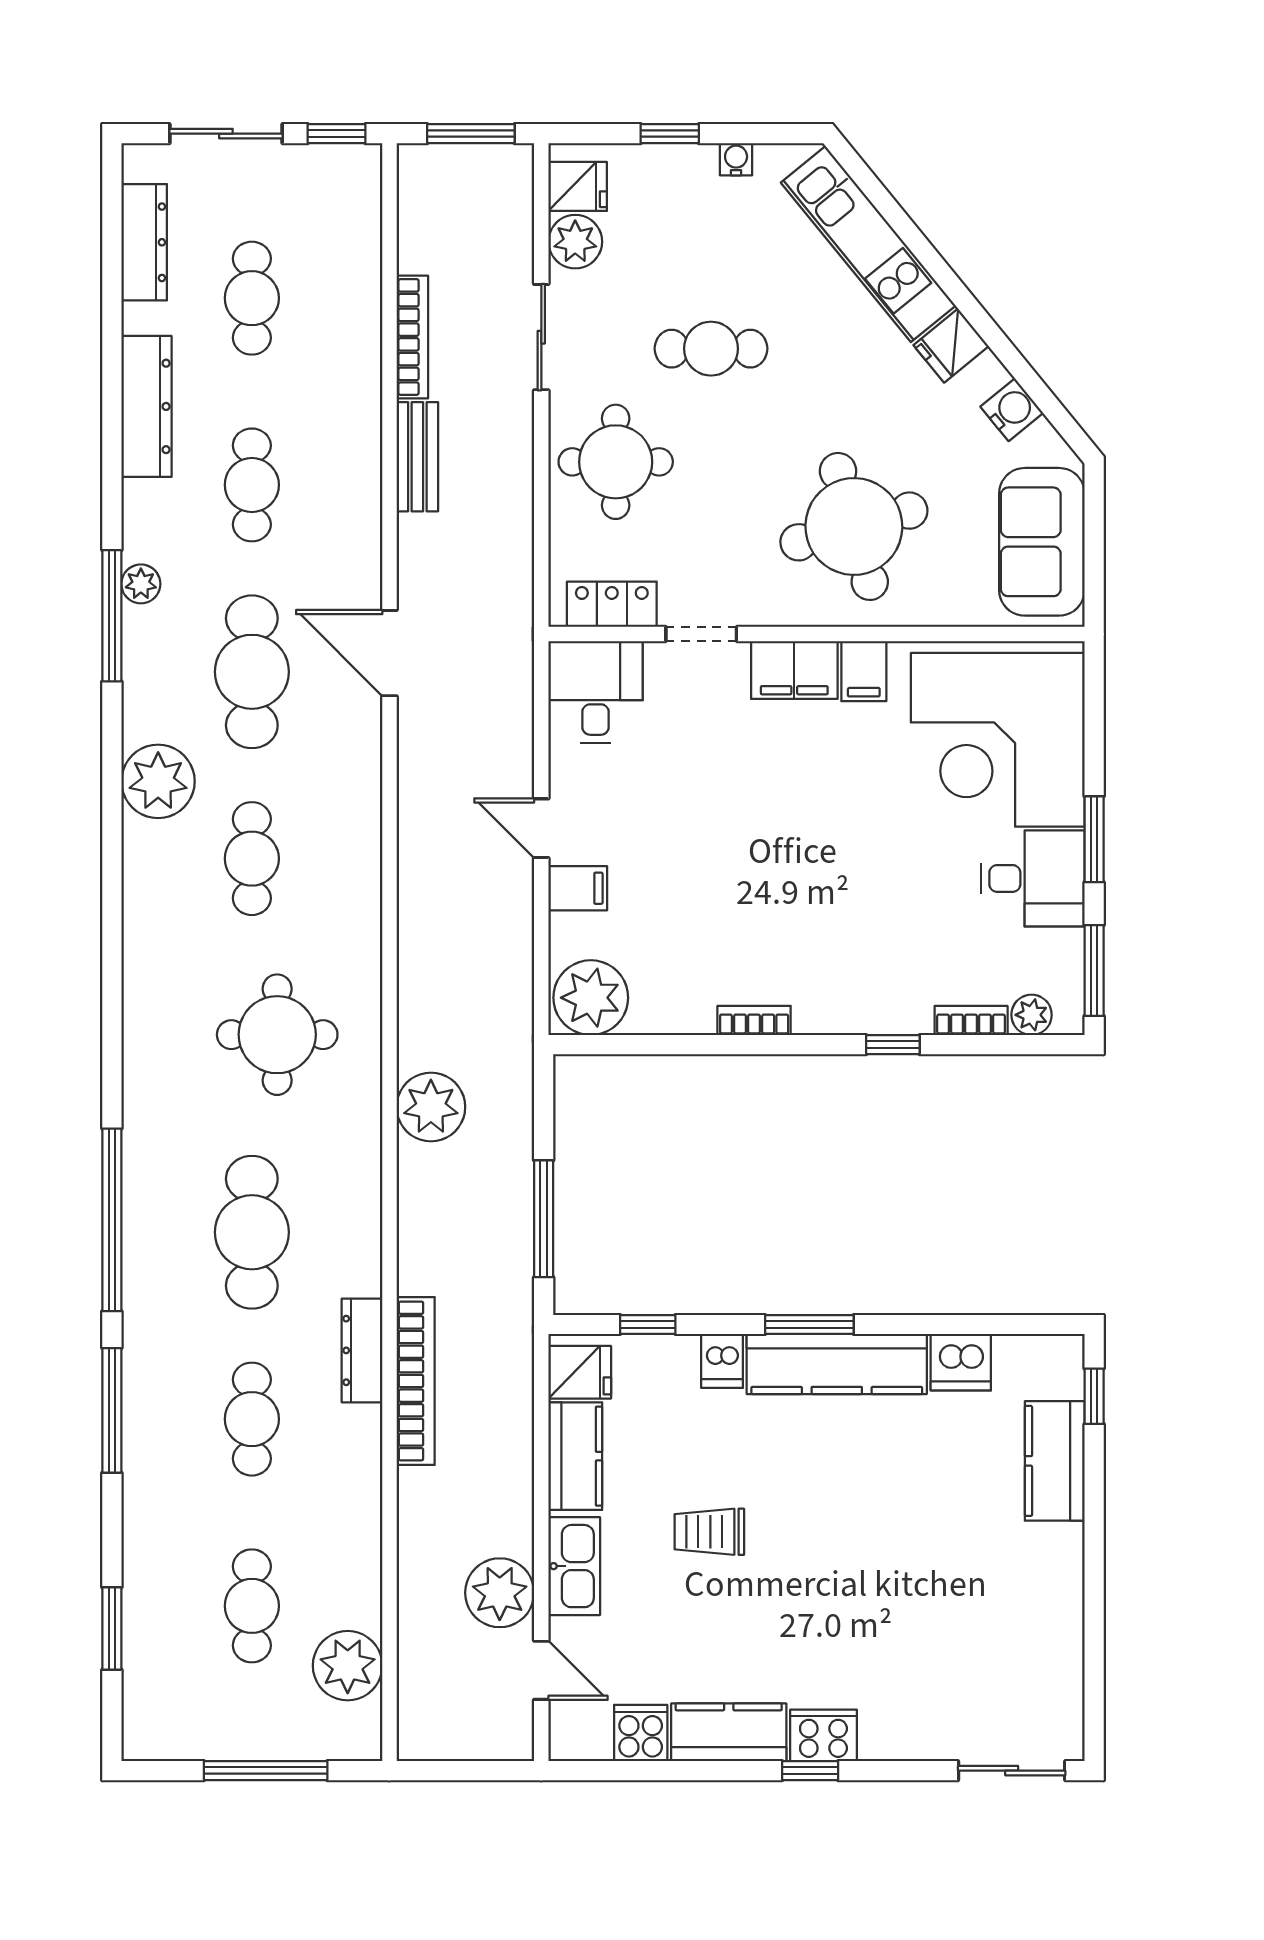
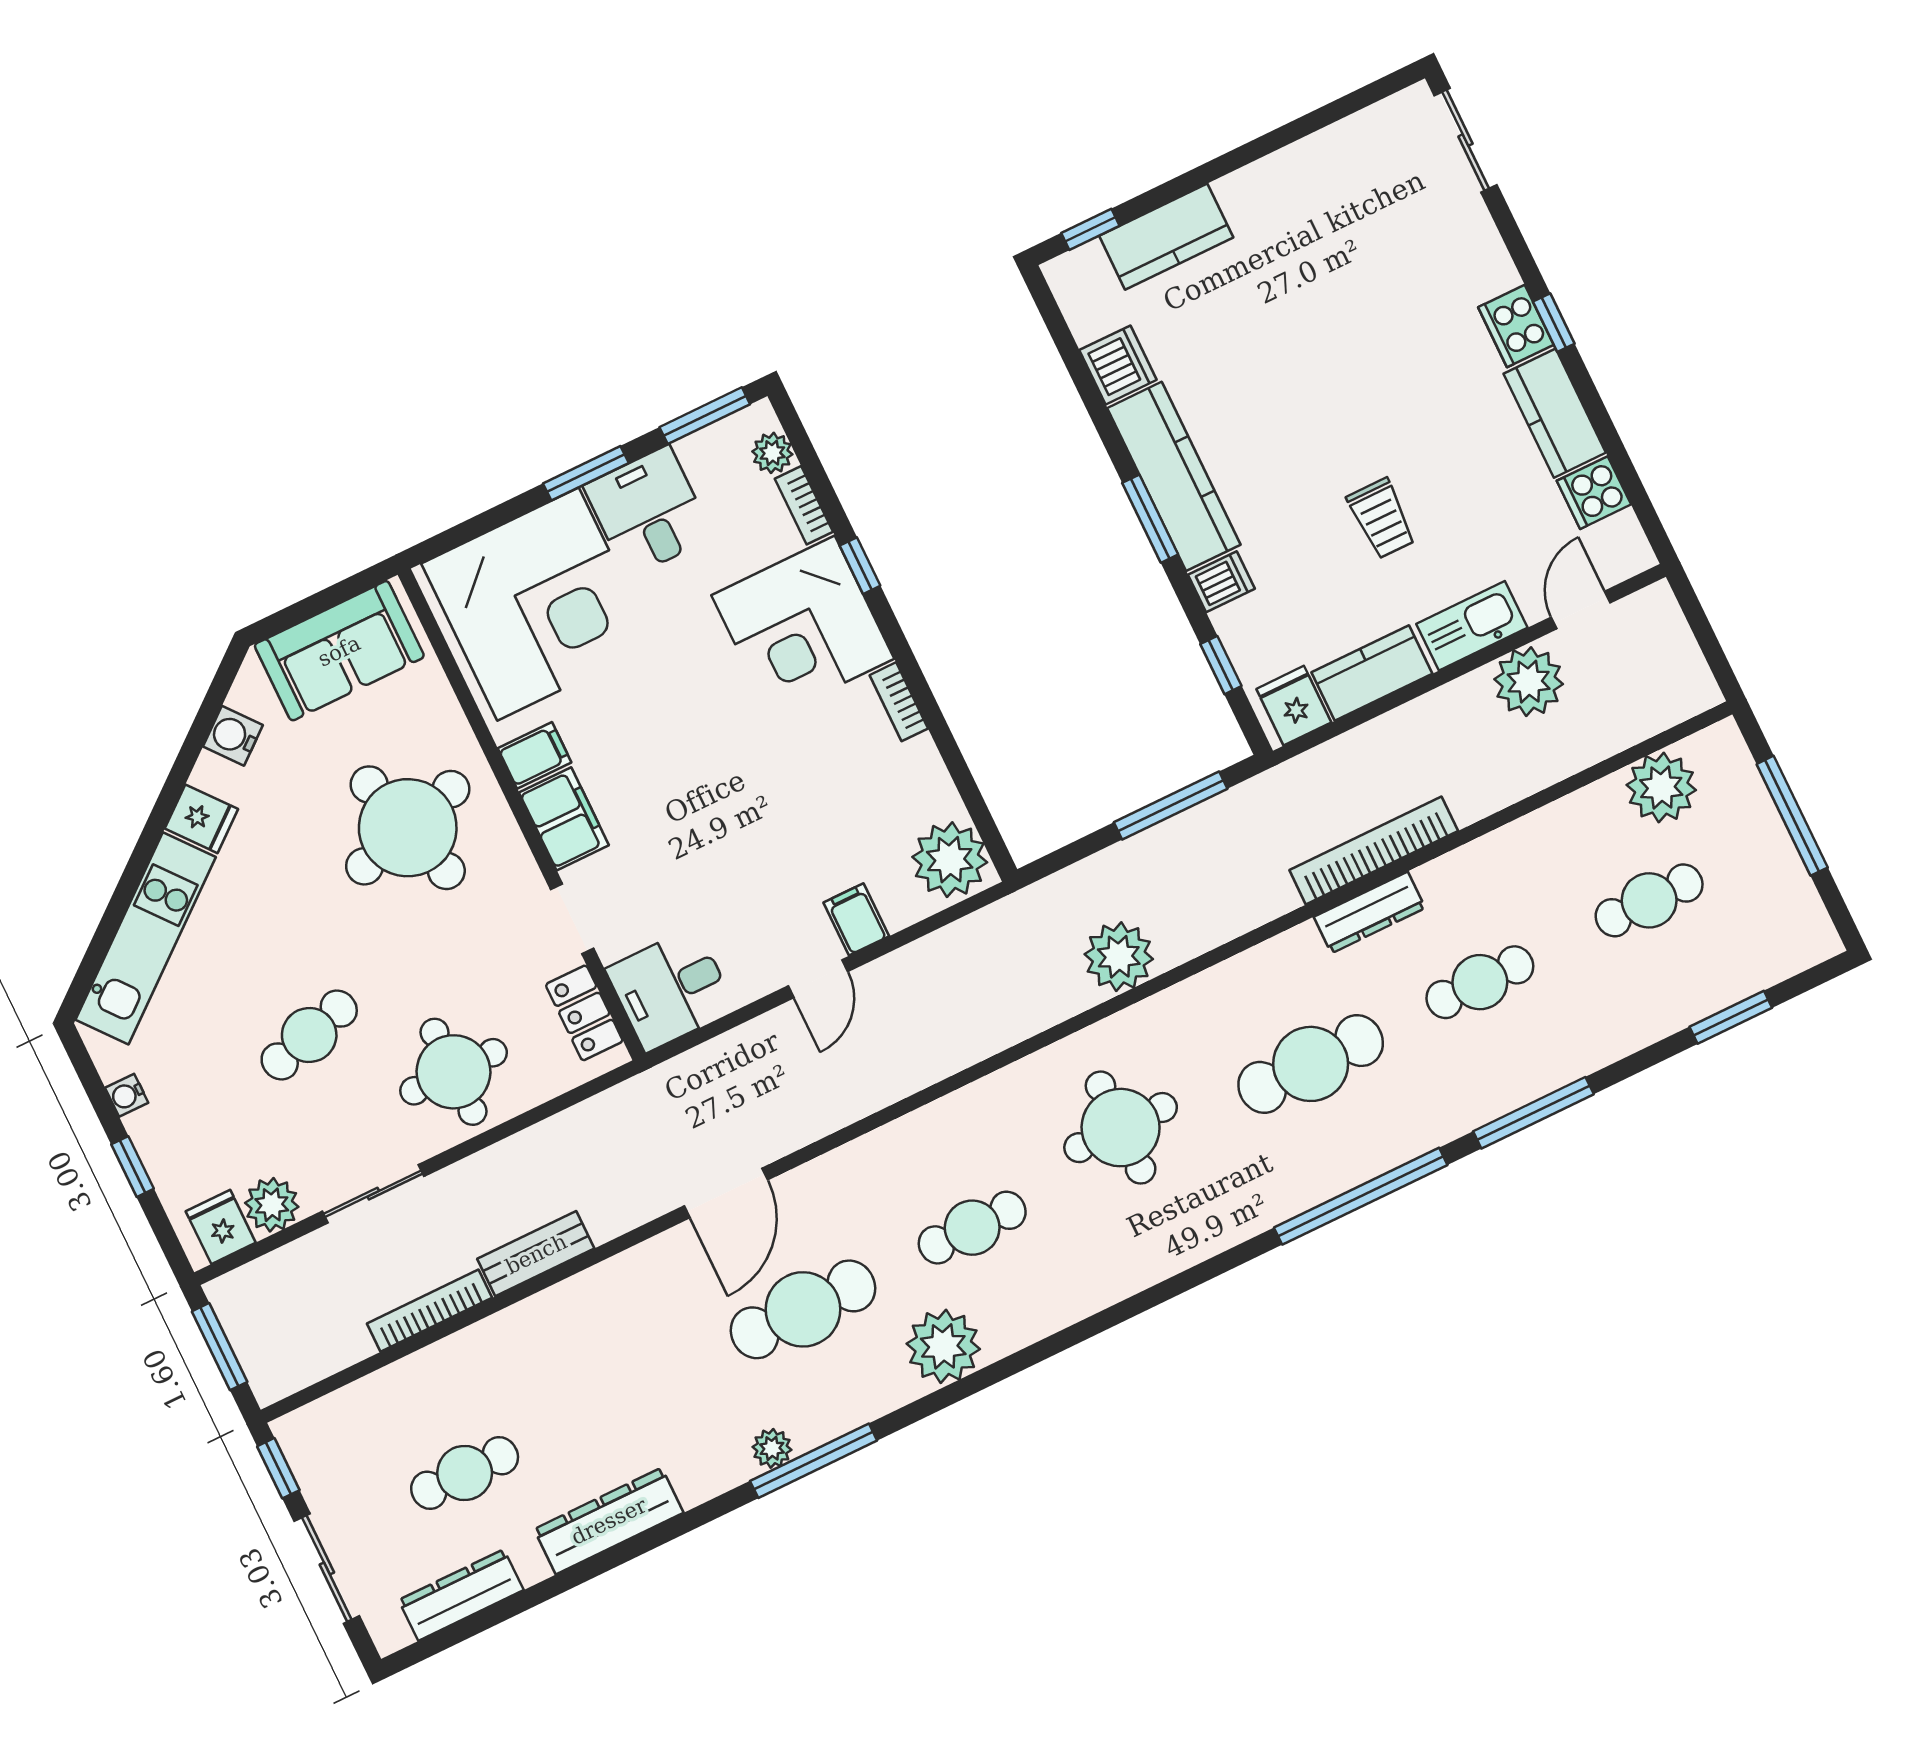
cafe table: (711, 349) -> (309, 1035), turned 74
cafe table: (252, 485) -> (634, 1391), removed
corner desk: (863, 967) -> (803, 627), added

